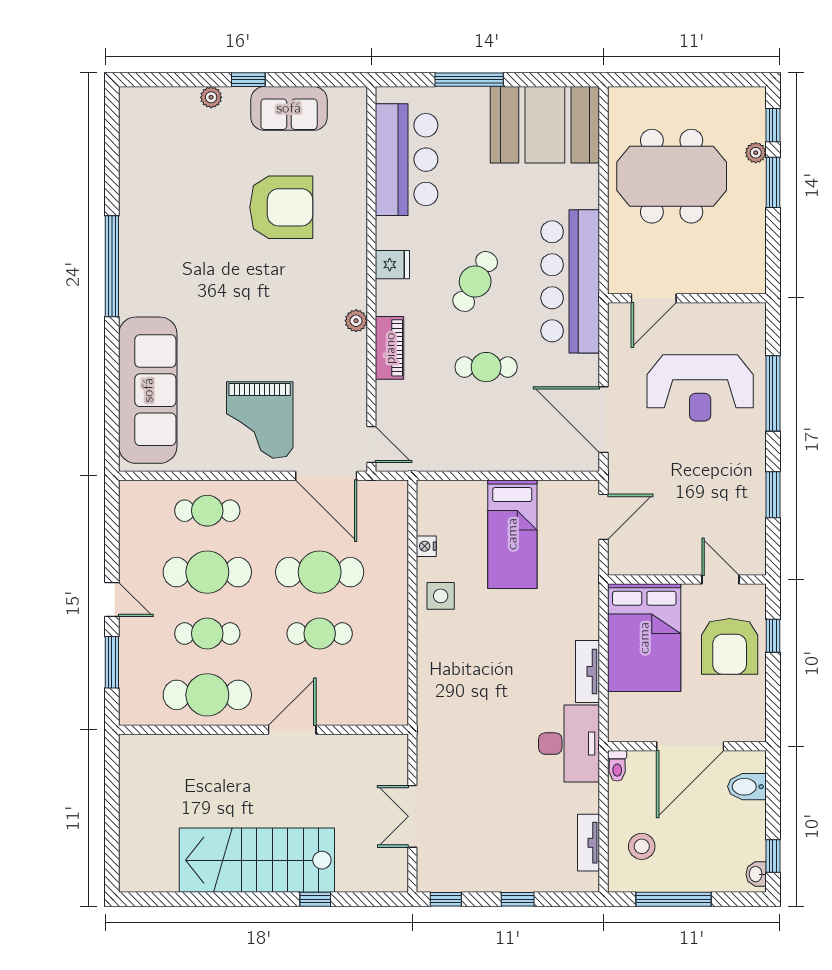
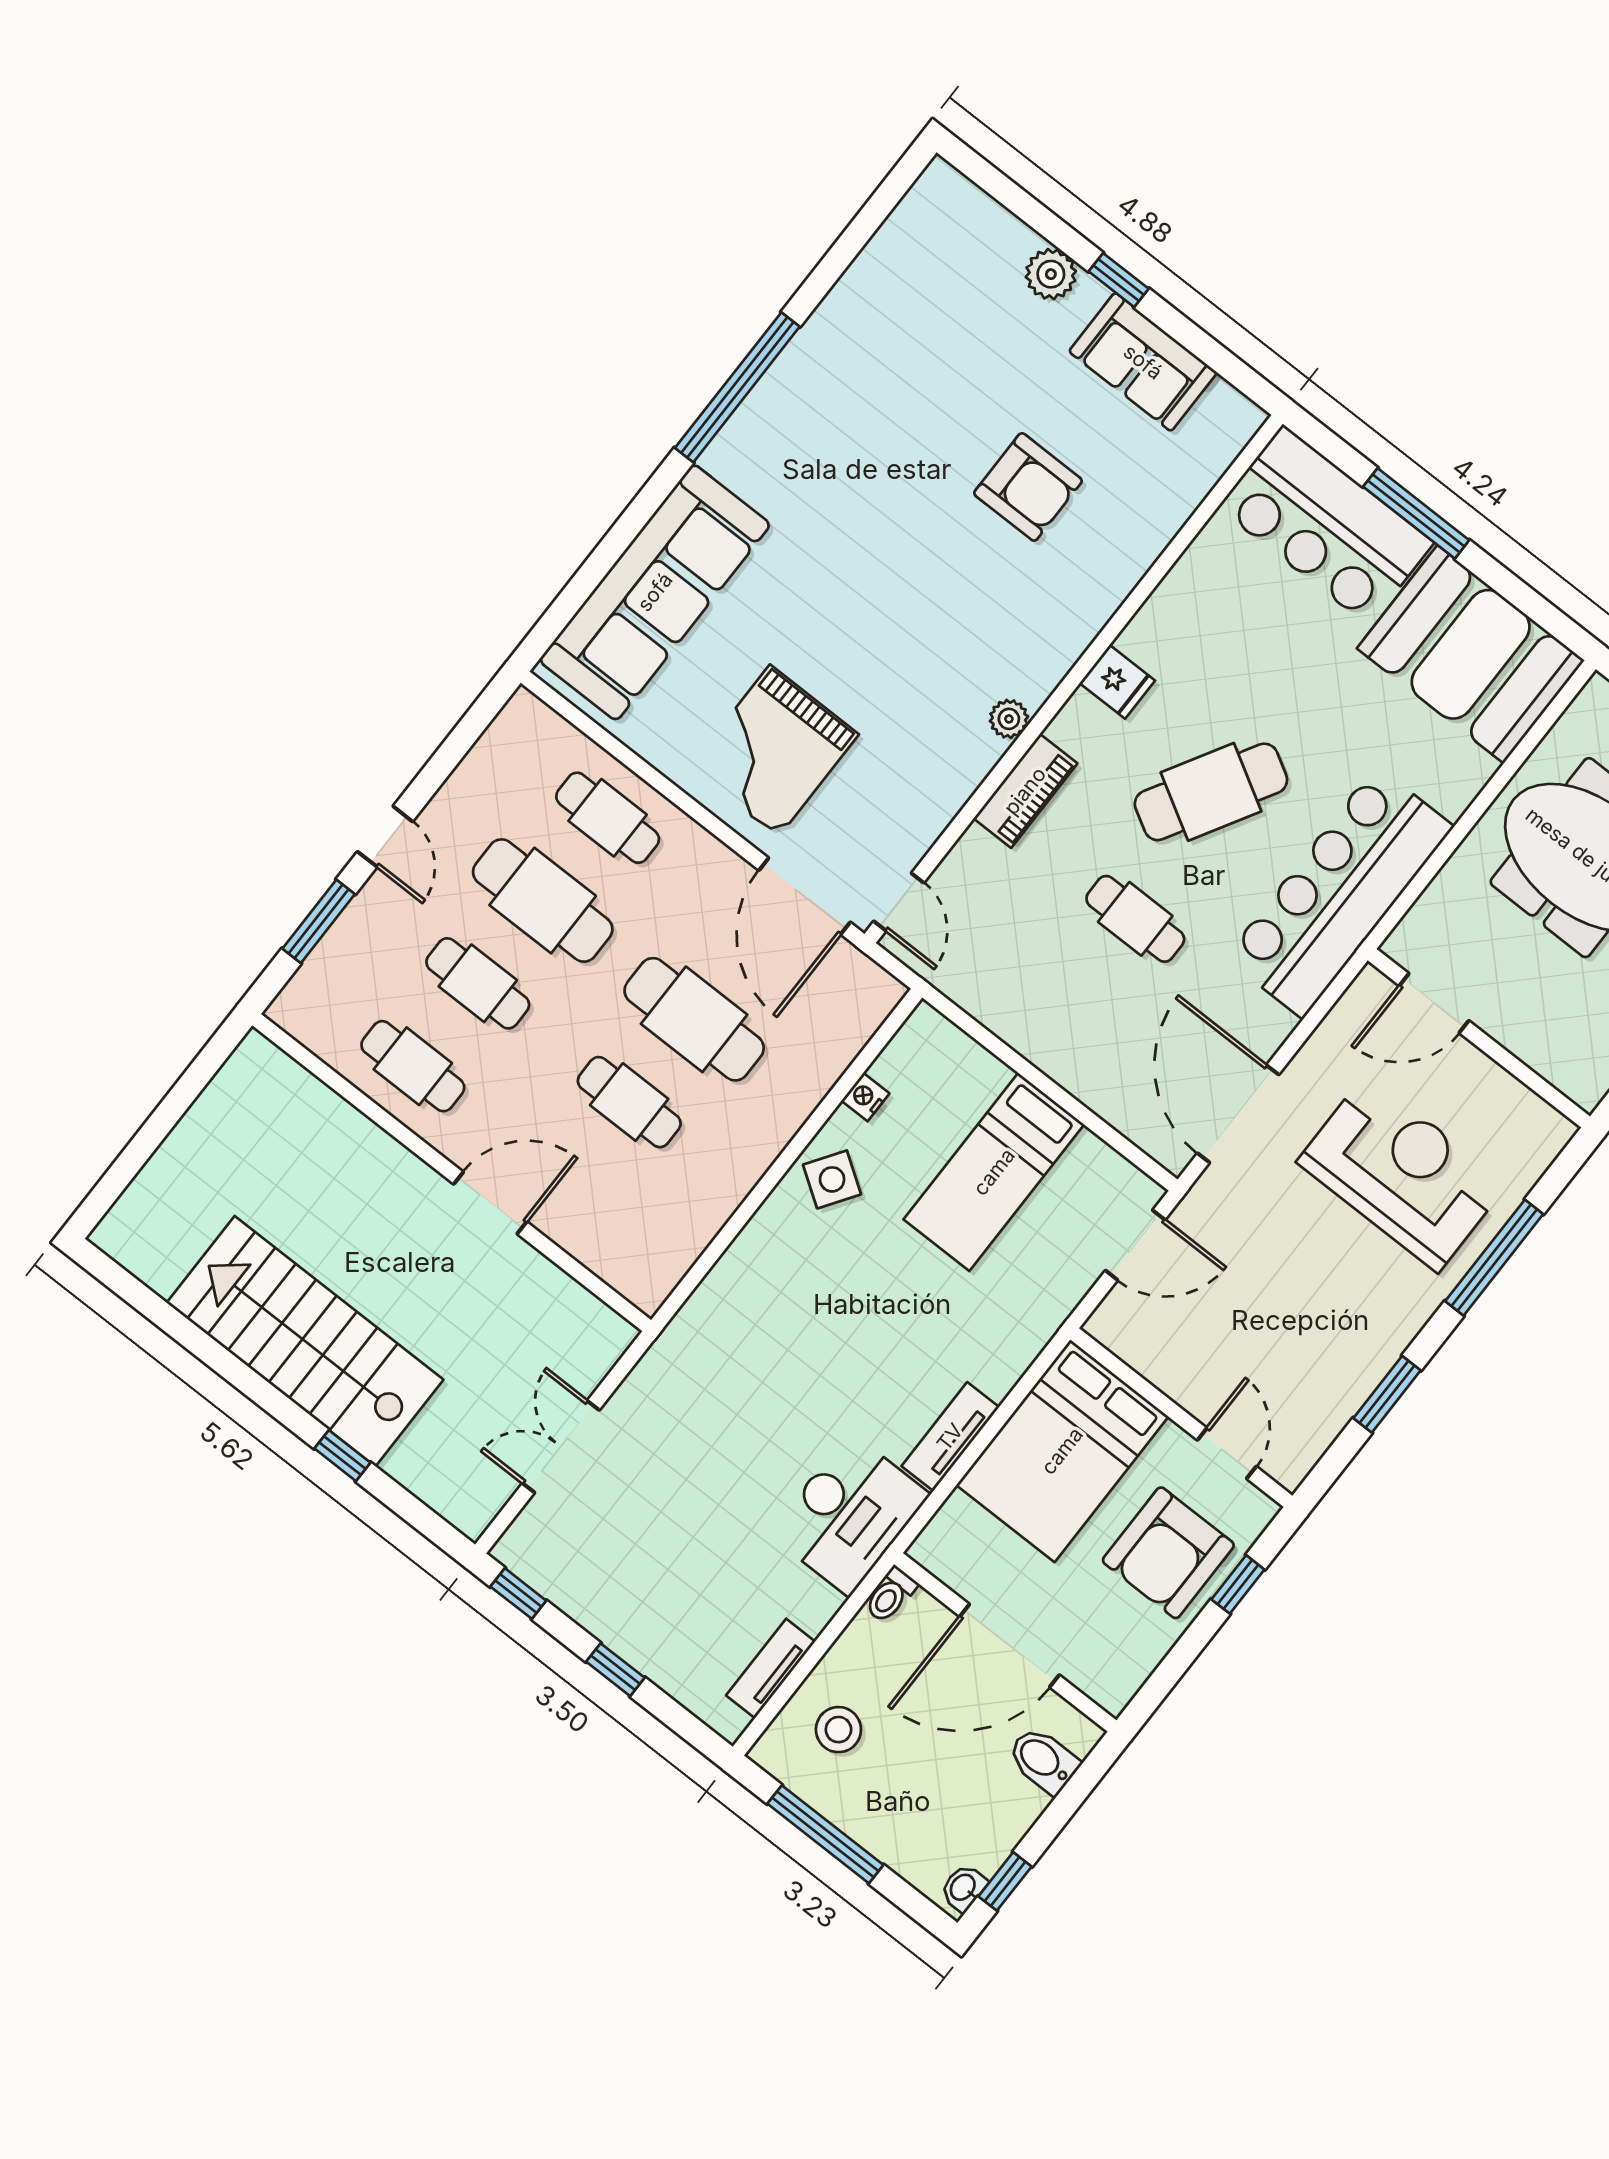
plant: (211, 97) -> (1051, 274), width x1.38, depth x1.38
bar counter: (407, 160) -> (1326, 525), moved, turned 90
armchair: (281, 207) -> (1028, 487), width x0.73, depth x0.73
cafe table: (475, 281) -> (1211, 792), width x1.37, depth x1.35
reception desk: (700, 388) -> (1402, 1173), turned 180
side table: (441, 596) -> (832, 1179), turned 34
cafe table: (207, 695) -> (413, 1066), width x0.73, depth x0.74

